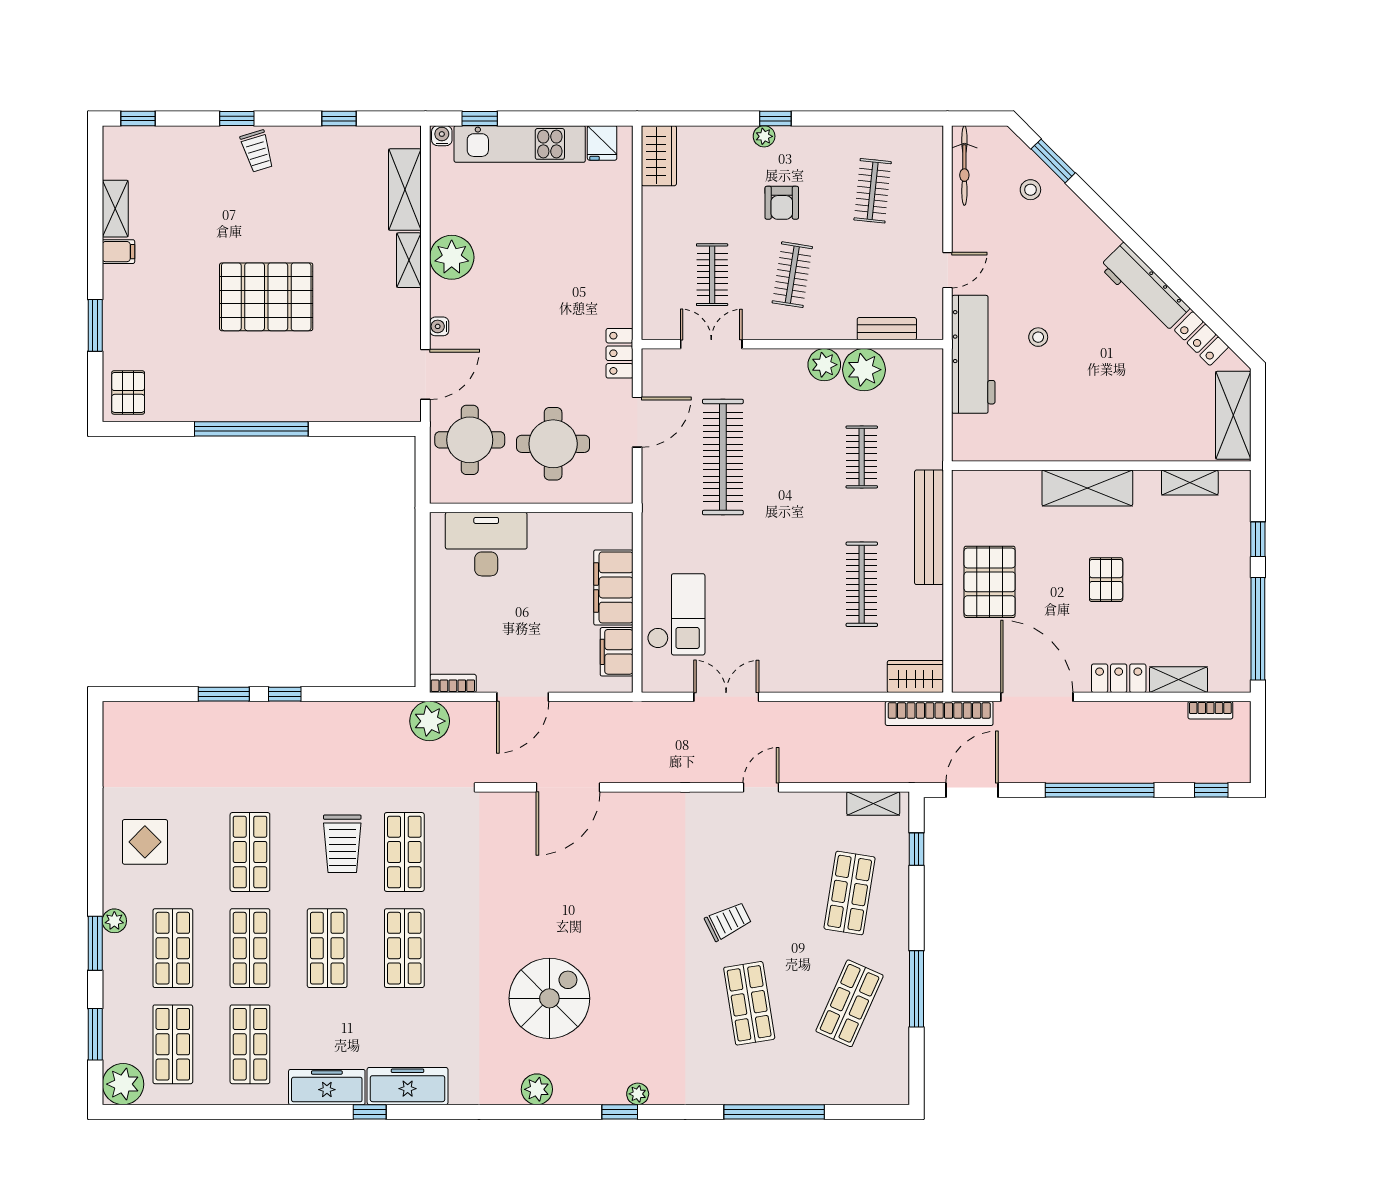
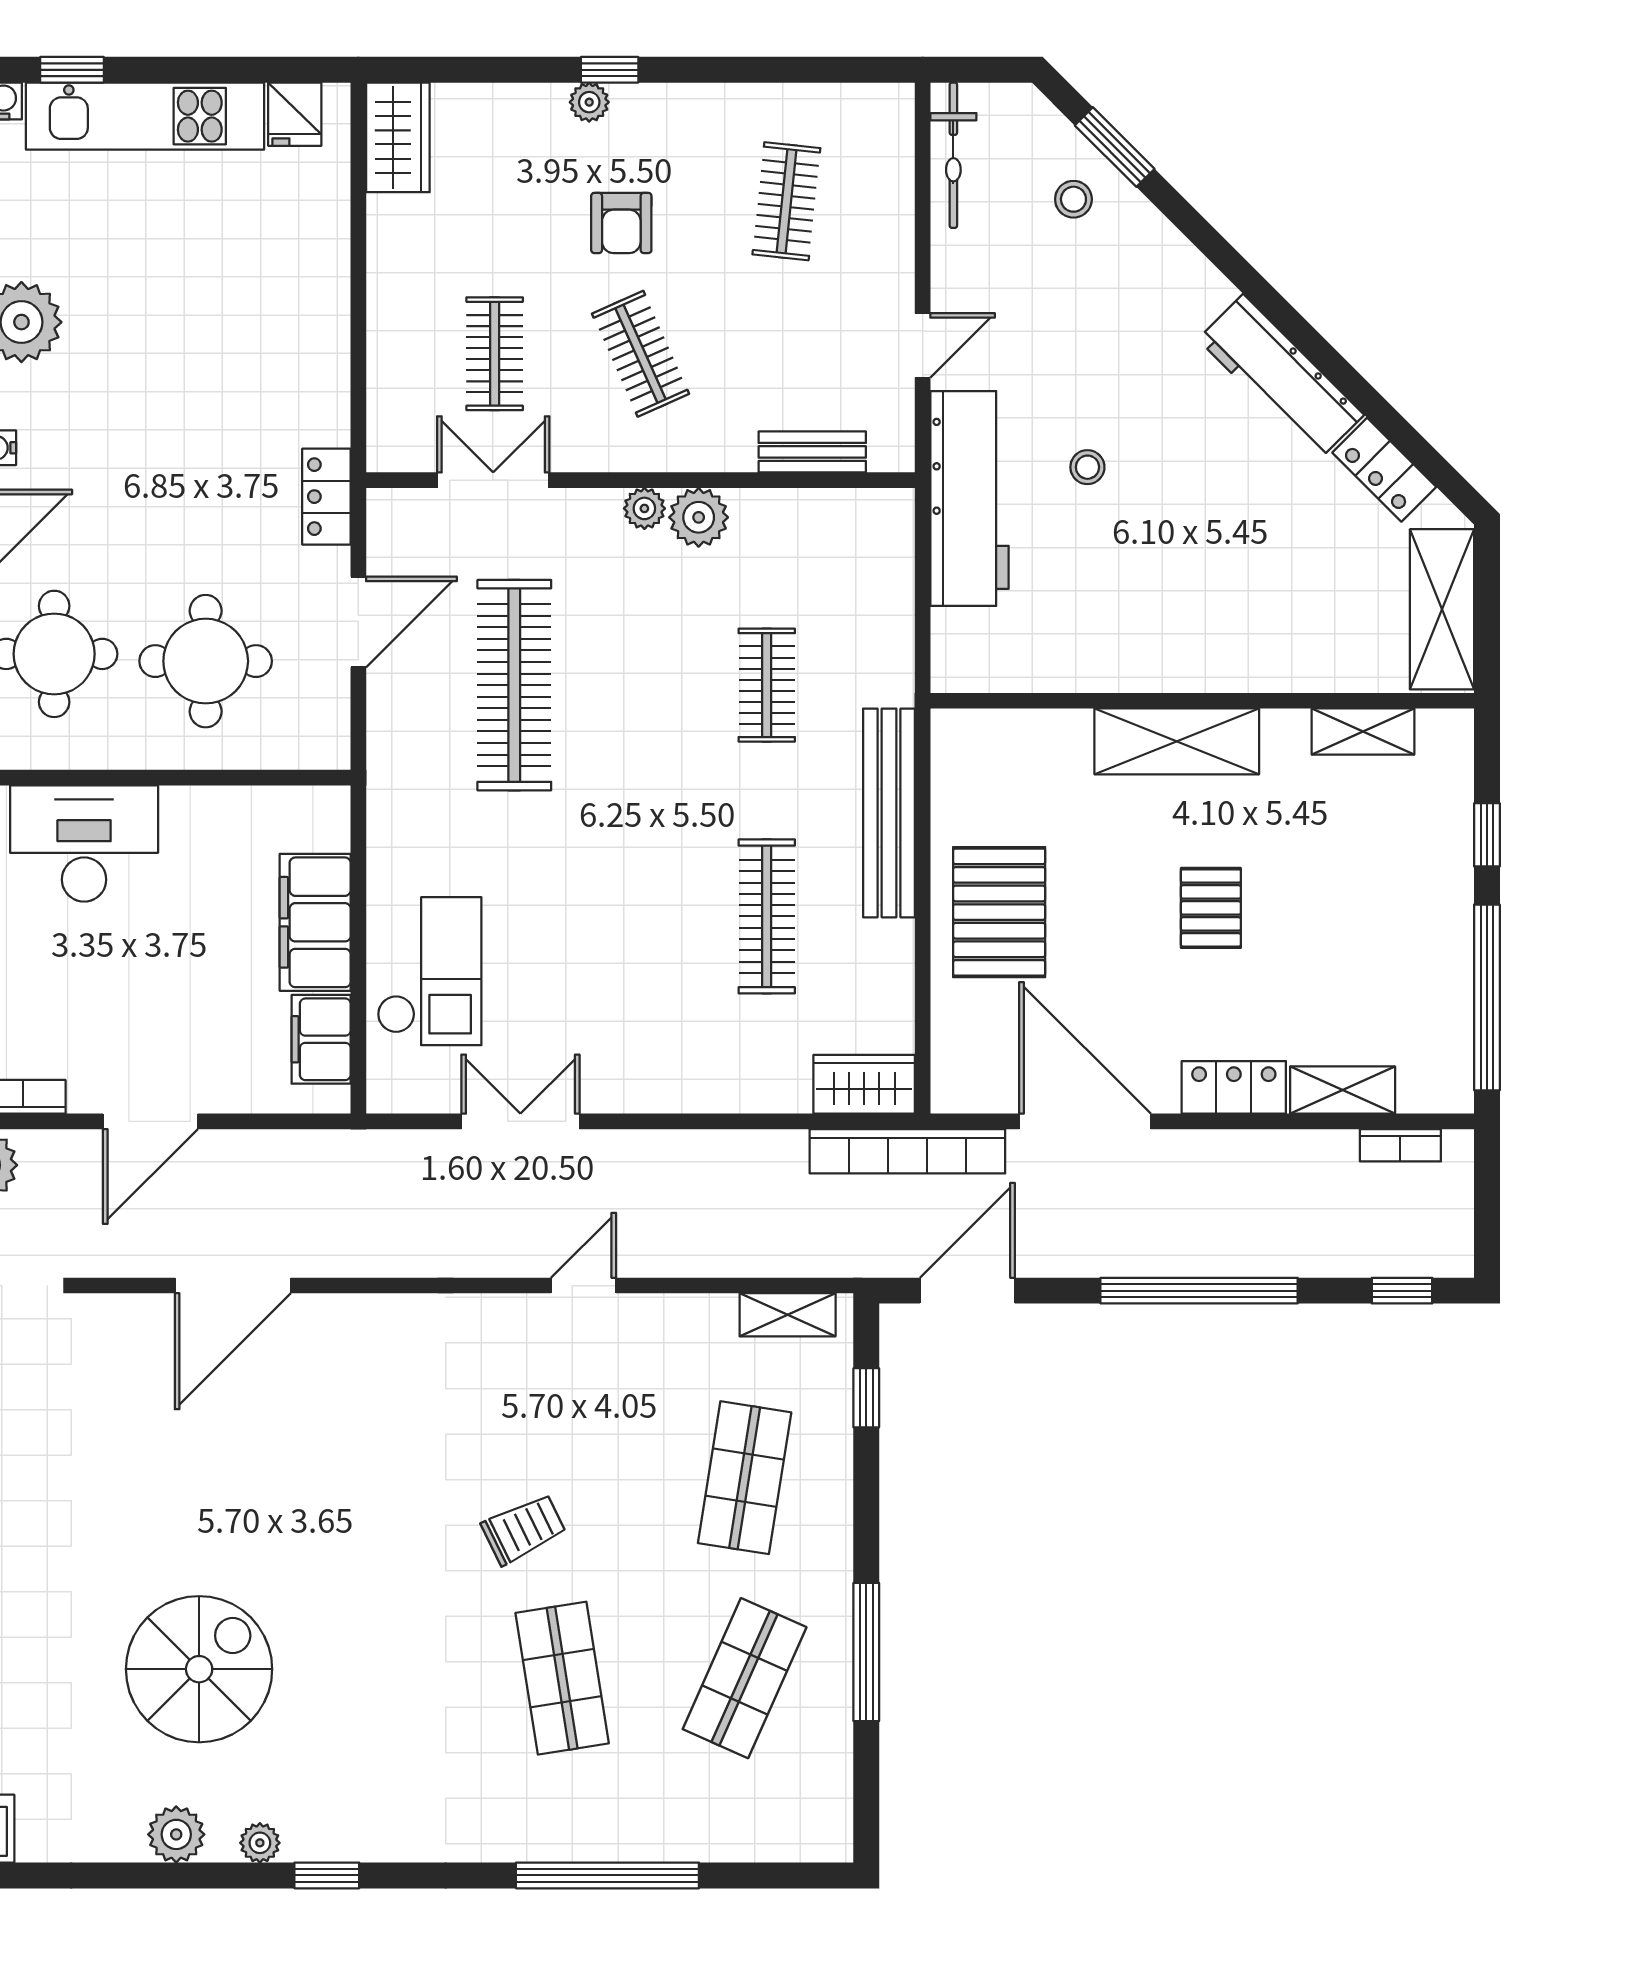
clothes rail: (792, 275) -> (641, 354), turned -33
plant: (864, 370) -> (644, 508), moved, width x0.53, depth x0.53
plant: (638, 1094) -> (260, 1843), moved

